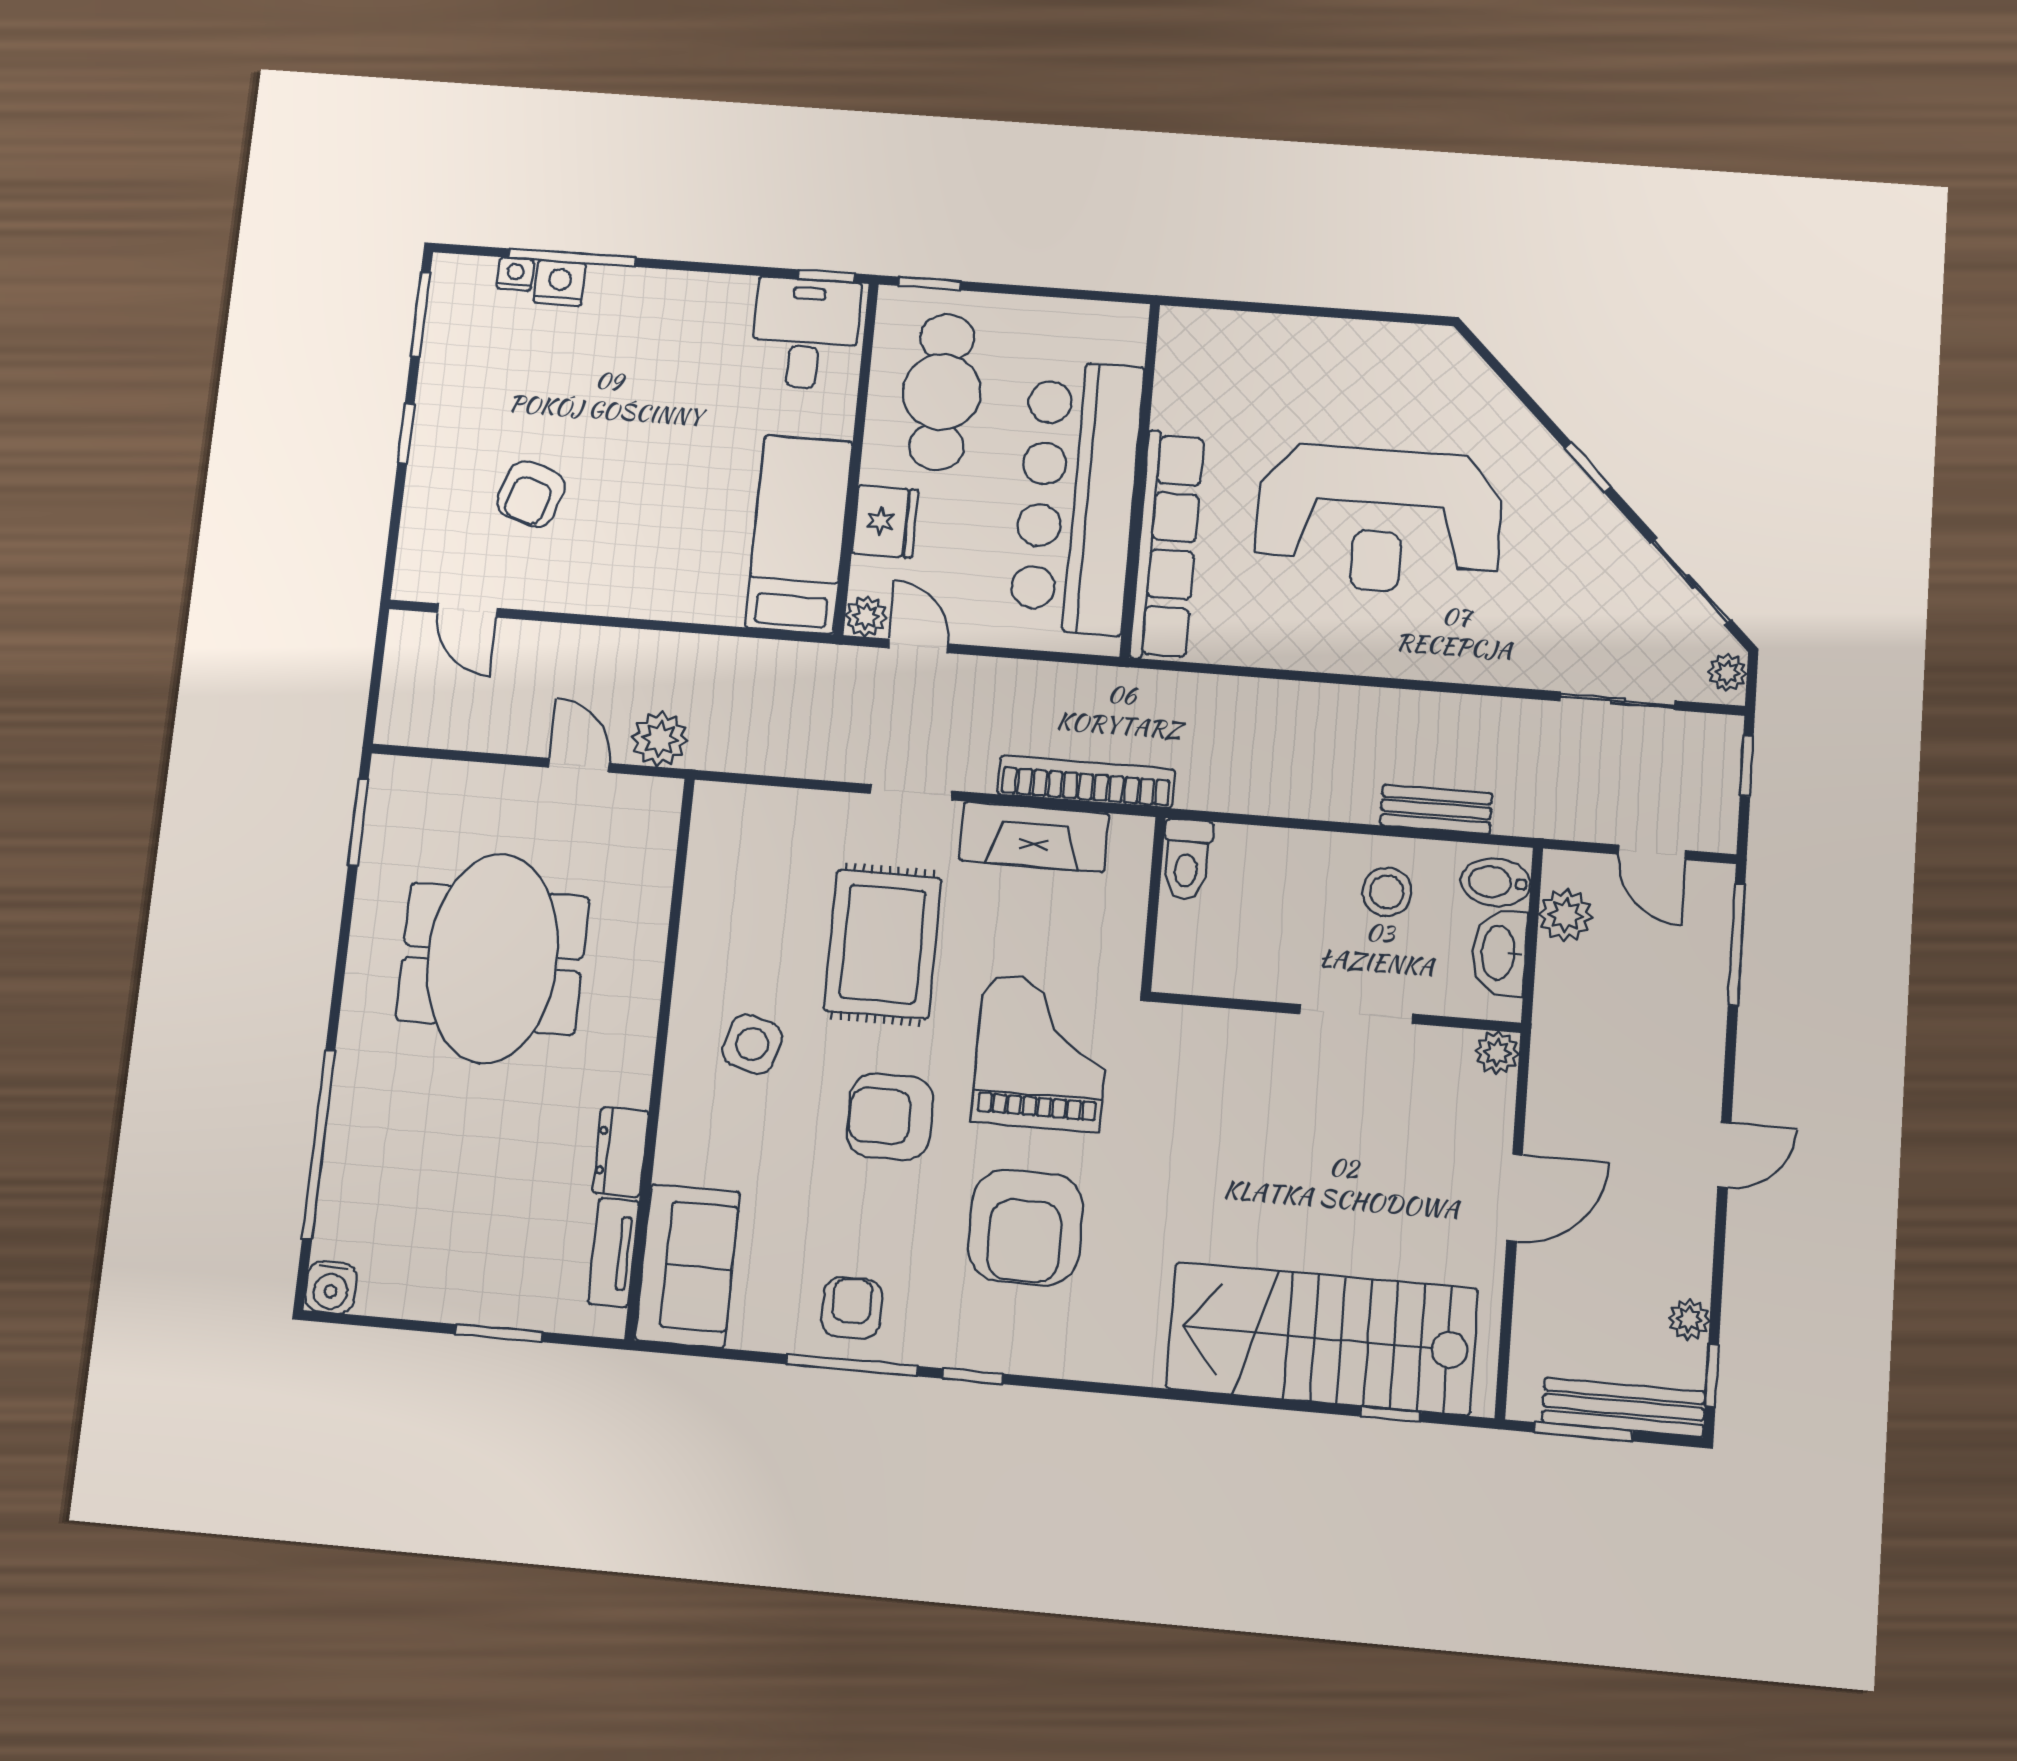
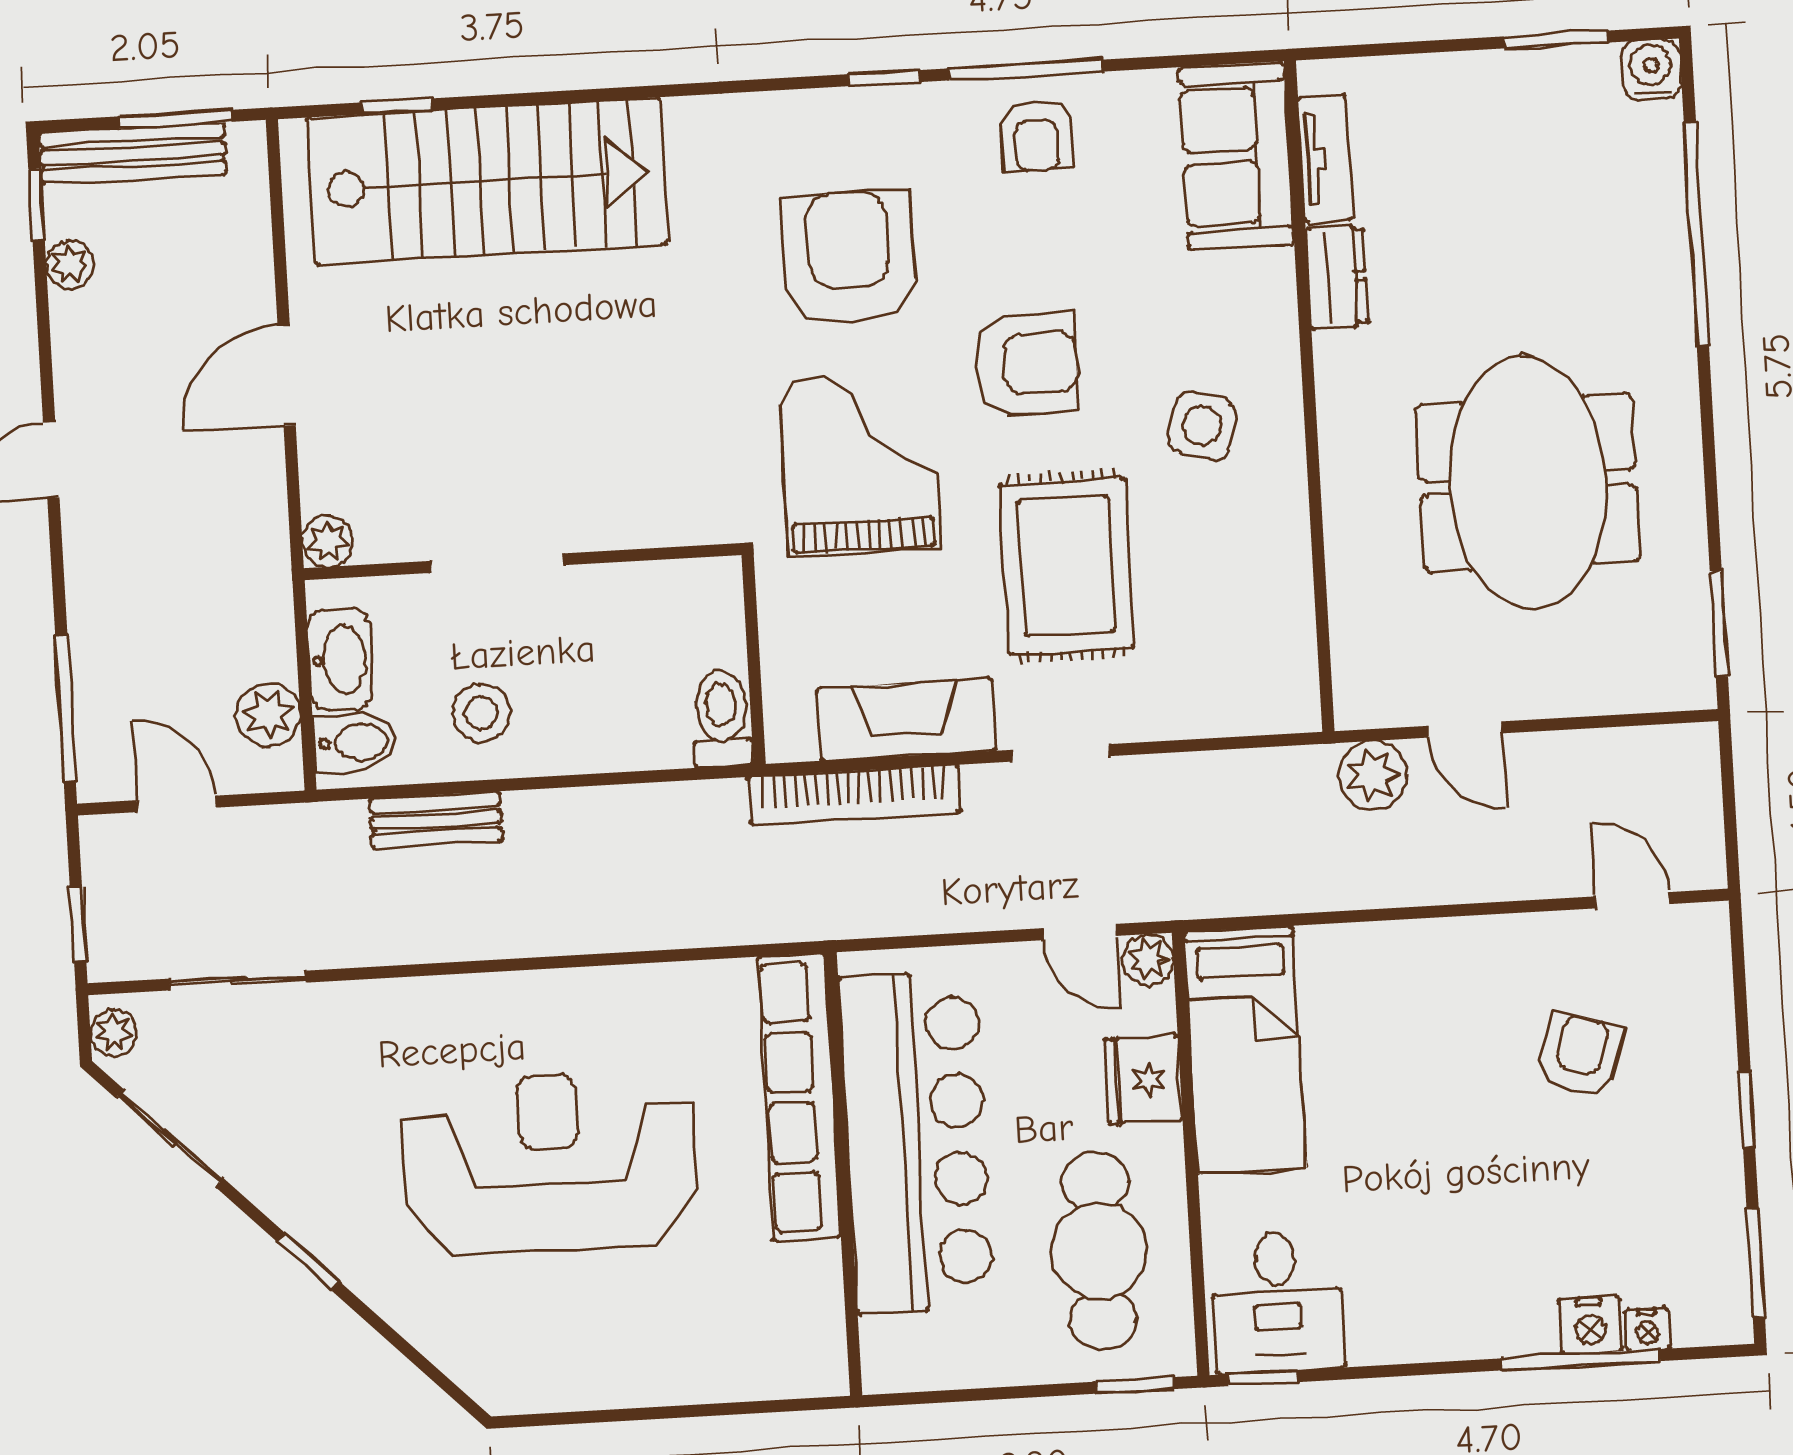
grand piano: (1041, 1053) -> (860, 464), turned 180
window: (499, 1333) -> (1556, 39), moved

